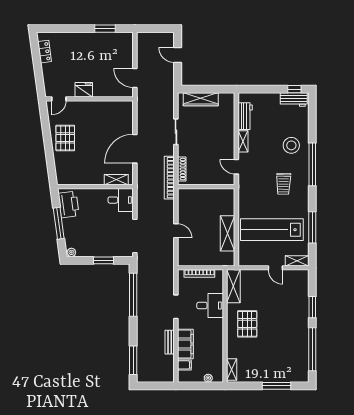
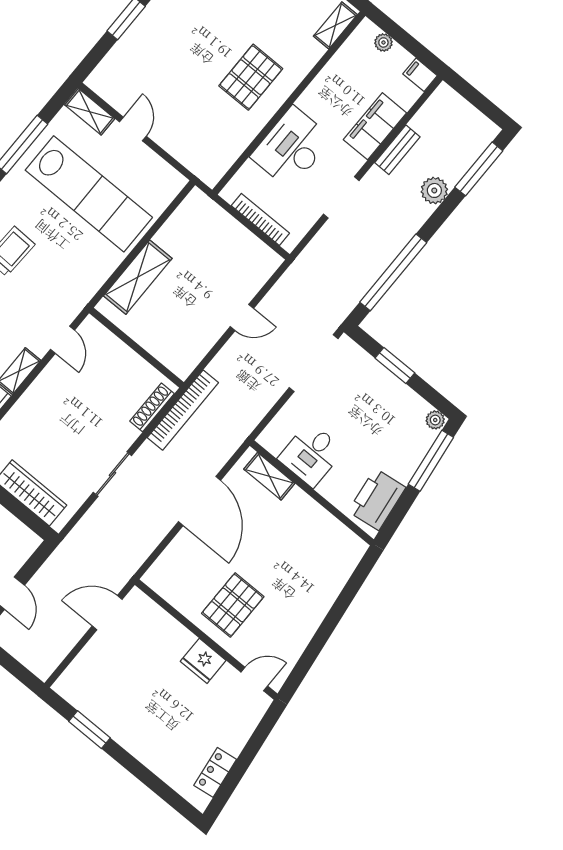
door: (135, 78) -> (107, 613), swing flipped
pallet: (65, 138) -> (233, 605), moved
door: (135, 149) -> (200, 501), hinge flipped
desk: (121, 200) -> (311, 454), moved, turned -90
window: (59, 223) -> (431, 461), moved
door: (176, 231) -> (242, 318), swing flipped
shelving: (228, 233) -> (138, 277), moved
shelving: (233, 286) -> (223, 155), removed
desk: (210, 306) -> (291, 148), width x1.37
plant: (143, 338) -> (434, 190), added
filing cabinet: (184, 365) -> (420, 75), moved

